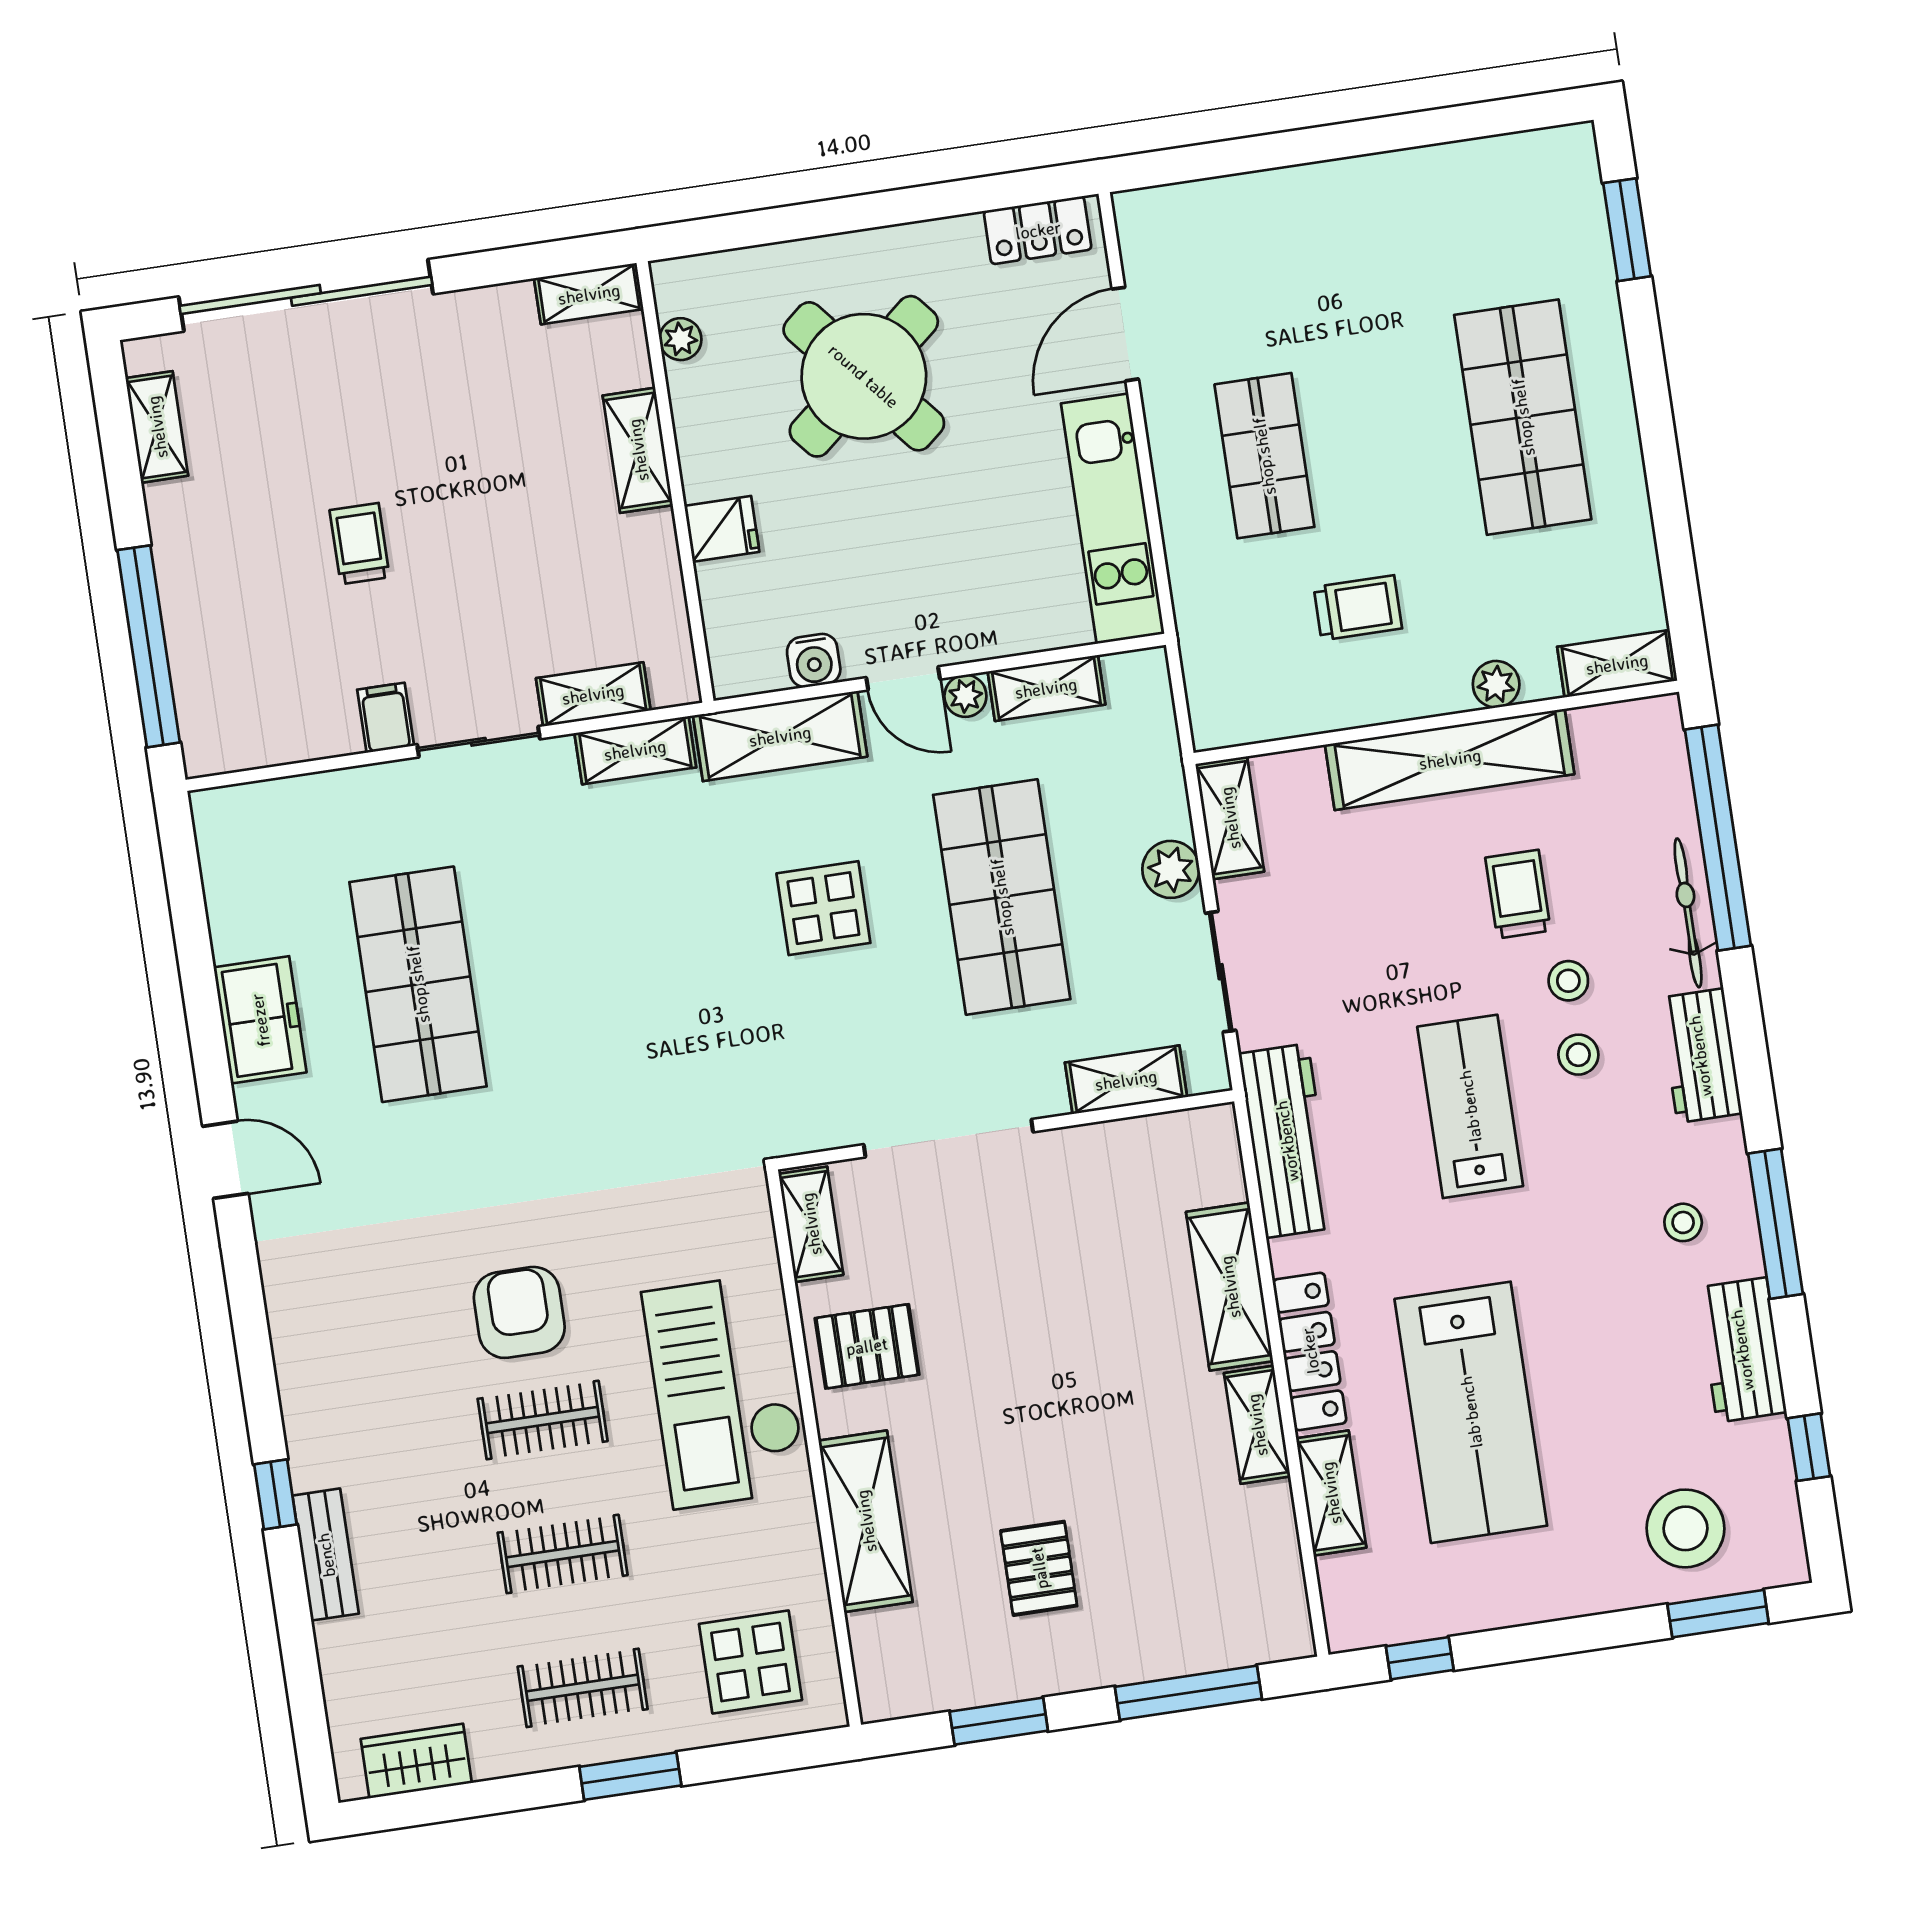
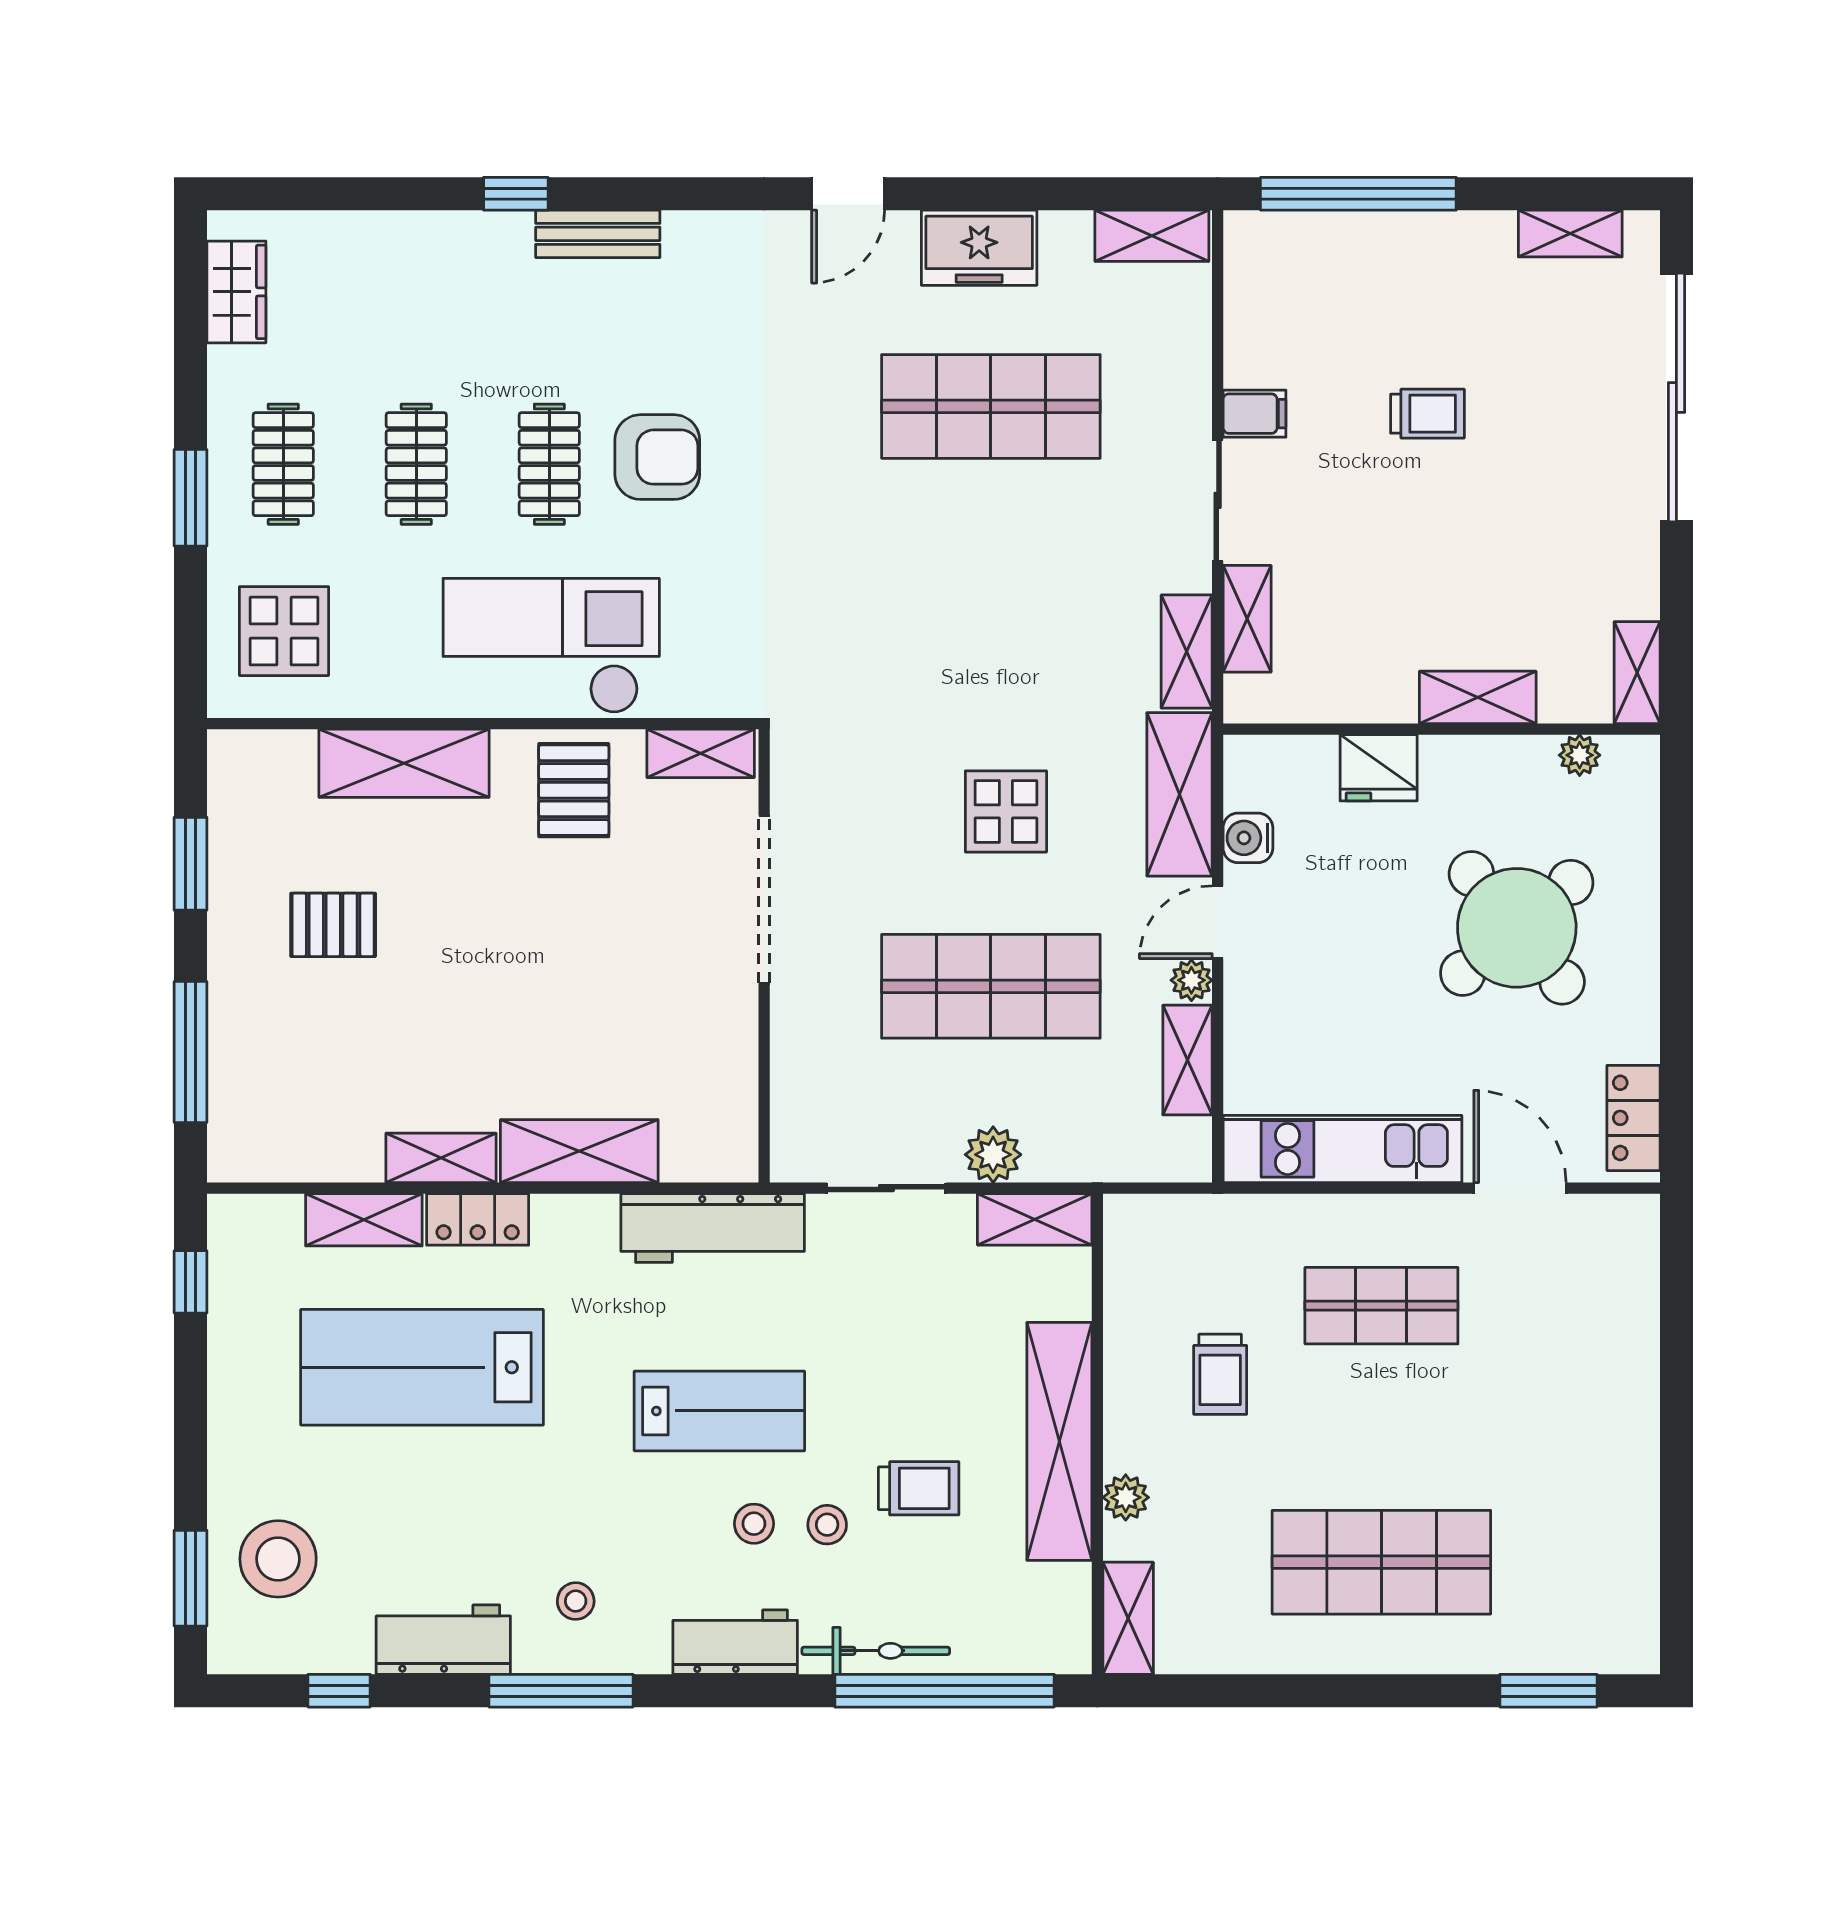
fridge: (722, 529) -> (1379, 768), width x1.38
shelving: (1126, 1080) -> (1152, 236), moved, turned 90
locker: (1310, 1351) -> (478, 1219), width x0.66
bench: (326, 1555) -> (598, 234), moved

